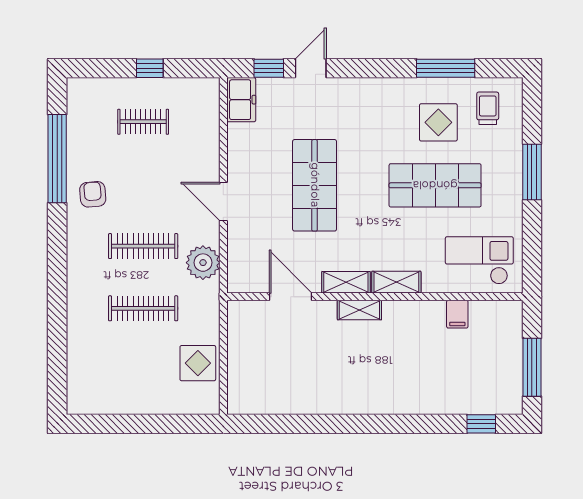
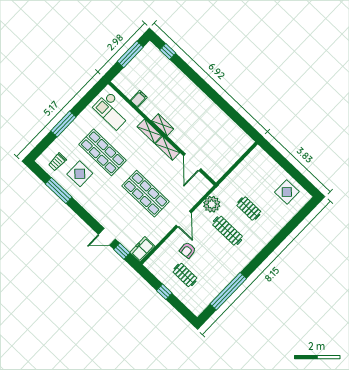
shop shelf: (315, 185) -> (146, 194), turned 90
armchair: (93, 194) -> (188, 250), moved
clothes rail: (143, 308) -> (249, 208), width x0.73
shelving: (359, 310) -> (163, 125), moved
display table: (198, 363) -> (287, 192), moved

